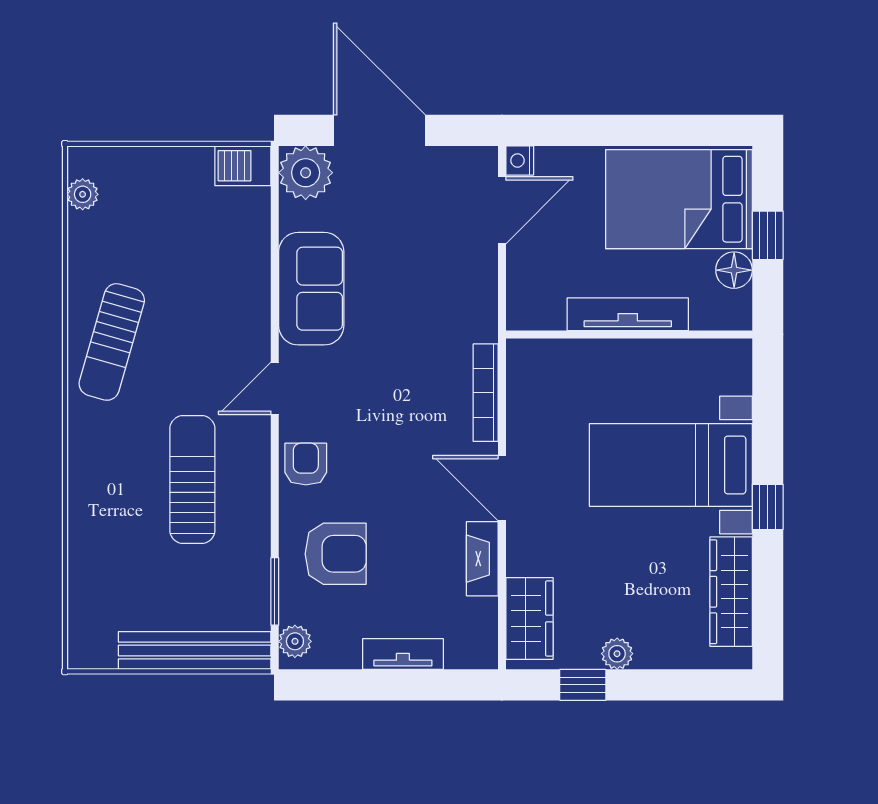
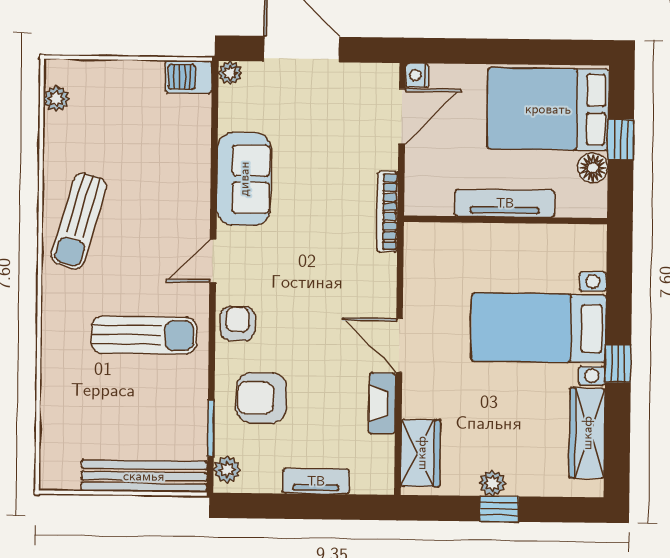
plant: (306, 173) -> (230, 73), width x0.53, depth x0.53
bookcase: (486, 393) -> (387, 212), moved
sun lounger: (192, 480) -> (144, 335), turned 90
armchair: (336, 554) -> (261, 398), turned 180
window: (583, 685) -> (499, 509), moved

